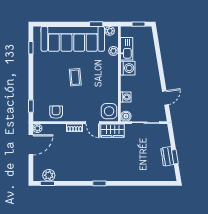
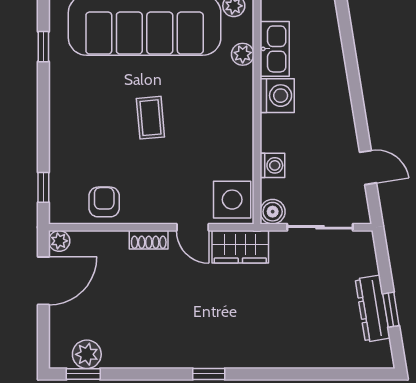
door: (165, 98) -> (368, 168), hinge flipped
dresser: (167, 156) -> (373, 309), width x1.44

